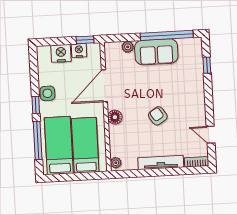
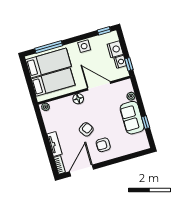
window: (167, 35) -> (146, 122), width x0.32
window: (207, 65) -> (131, 156), removed
armchair: (183, 98) -> (103, 145), added
window: (36, 105) -> (104, 31), moved
door: (211, 135) -> (81, 171), width x1.87
tv unit: (161, 162) -> (55, 144), width x0.71

